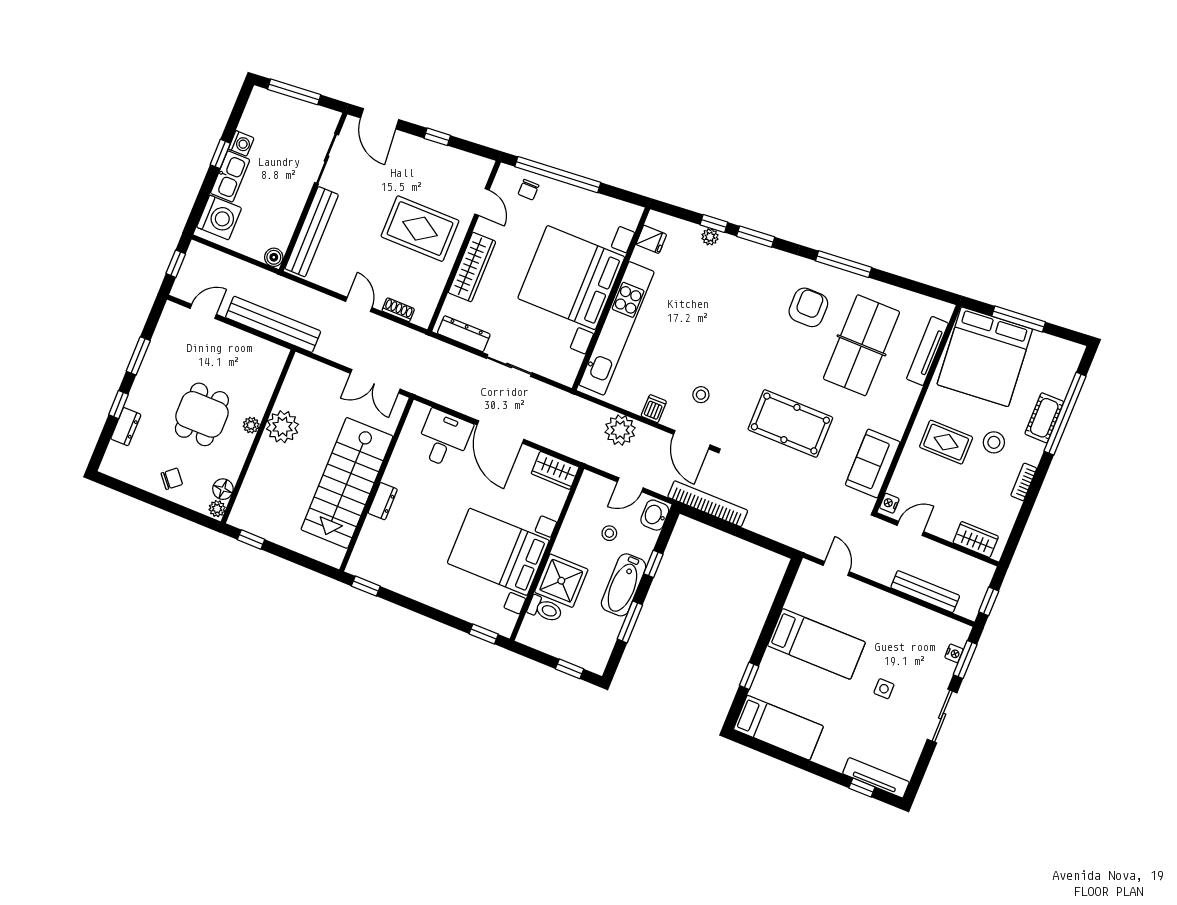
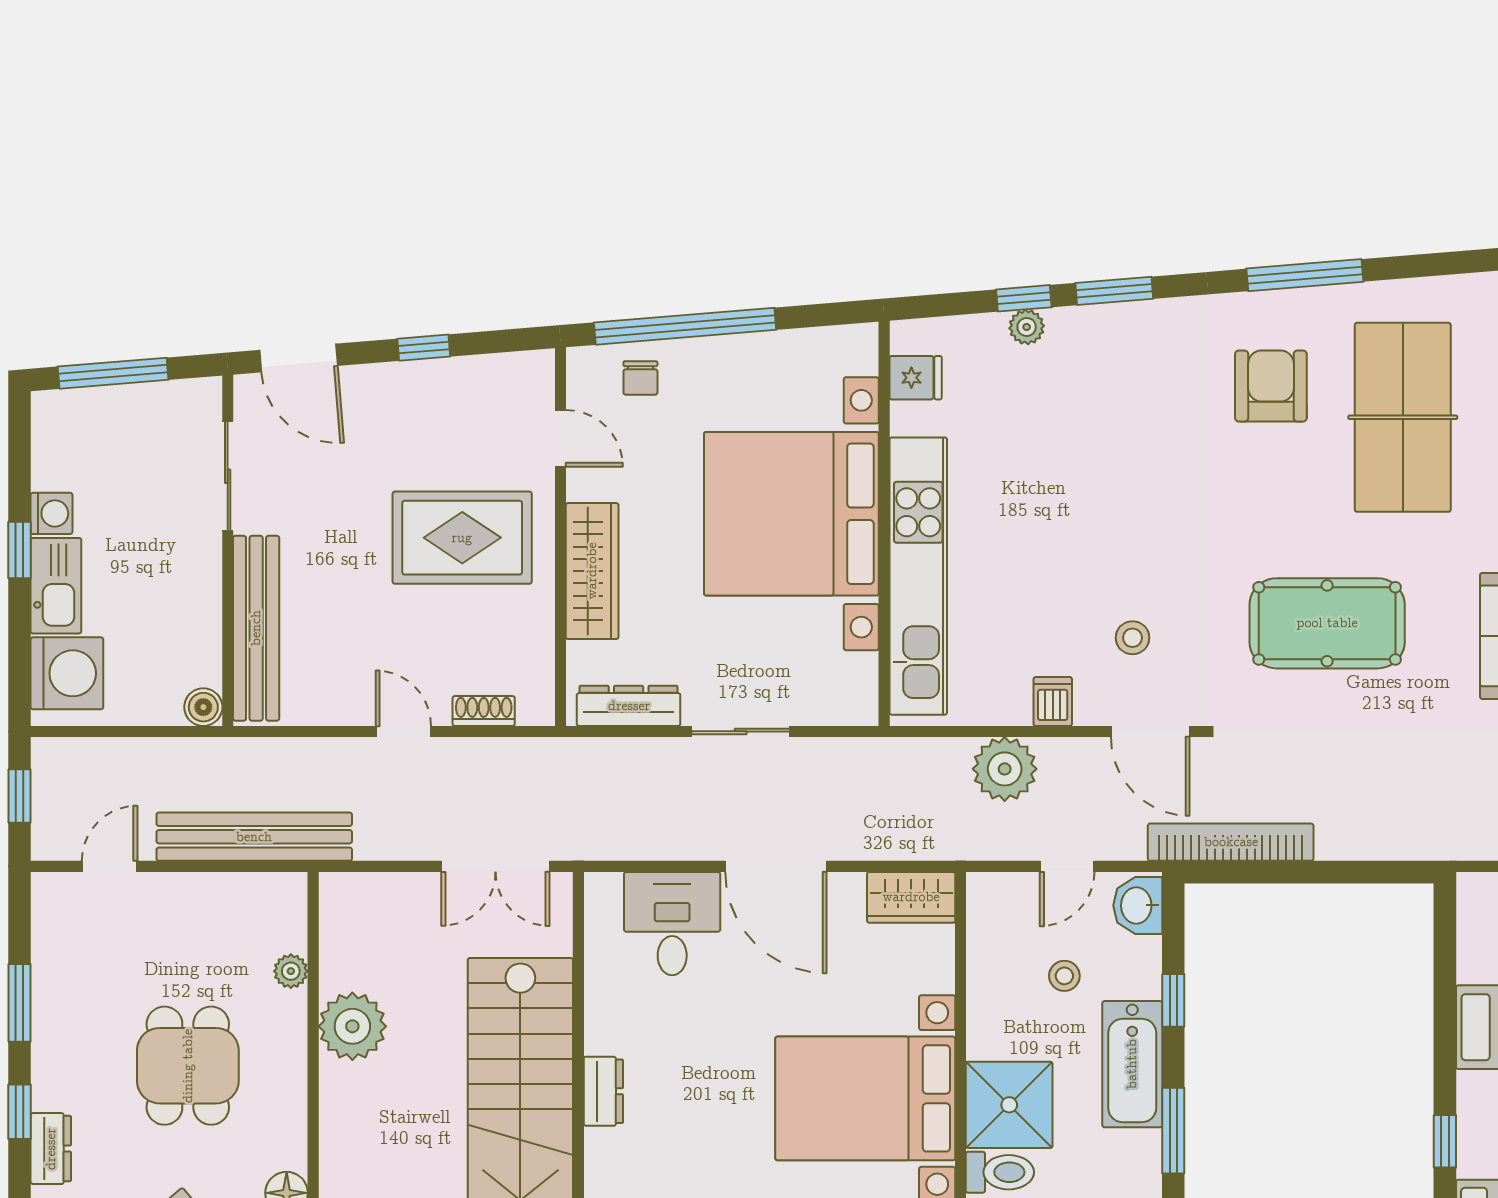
plant: (251, 425) -> (291, 971), moved

